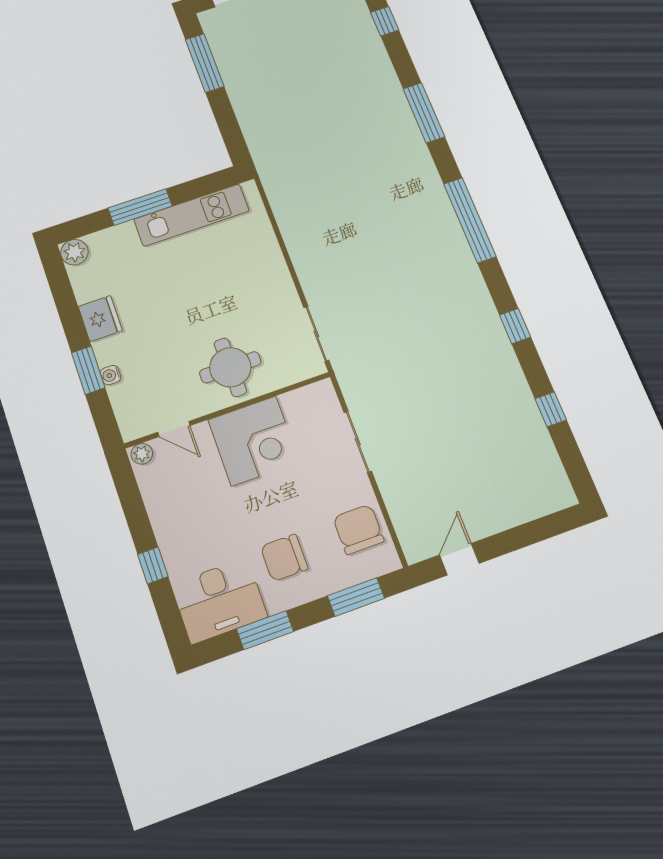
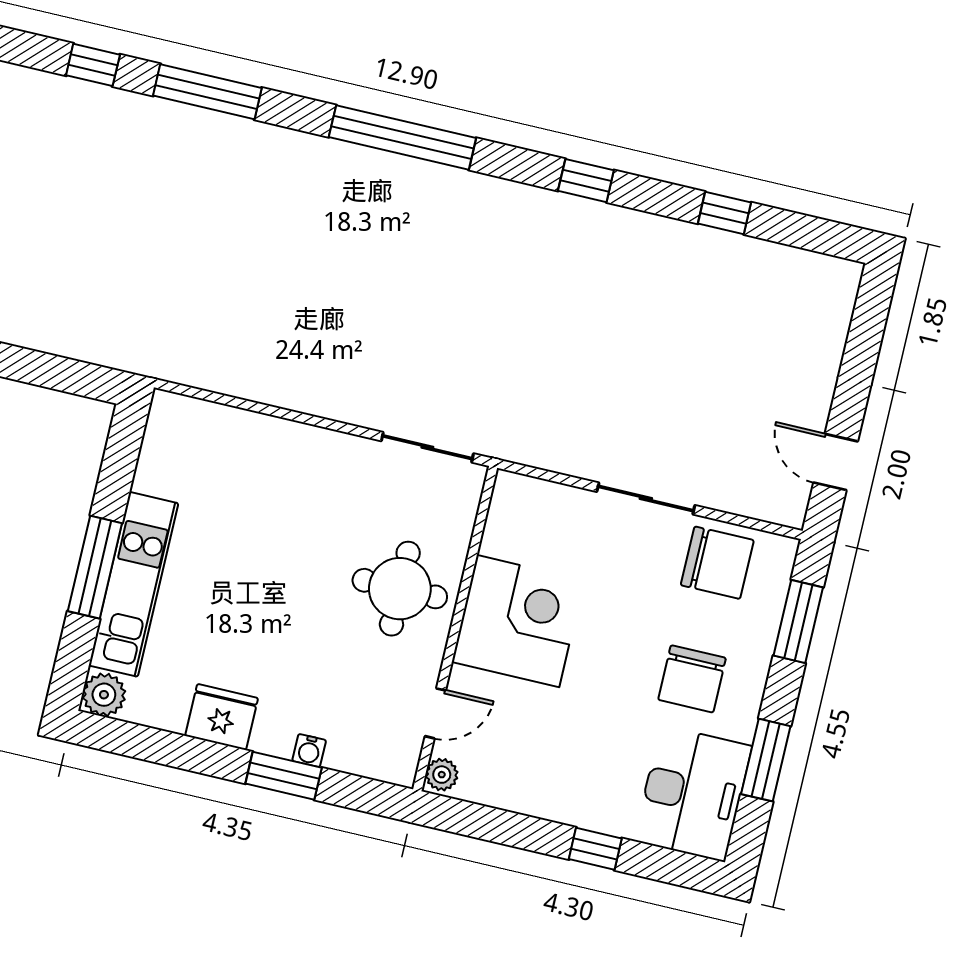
window: (385, 21) -> (93, 65), moved
kitchen unit: (192, 215) -> (133, 584), moved
sliding door: (358, 442) -> (646, 498), moved
chair: (358, 529) -> (717, 563), turned 180

